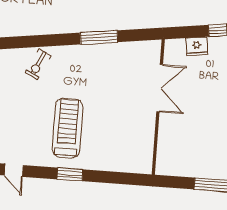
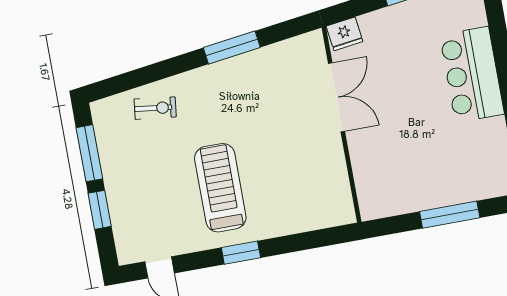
fridge: (197, 46) -> (345, 34), moved
exercise bike: (38, 64) -> (155, 108), turned -109

